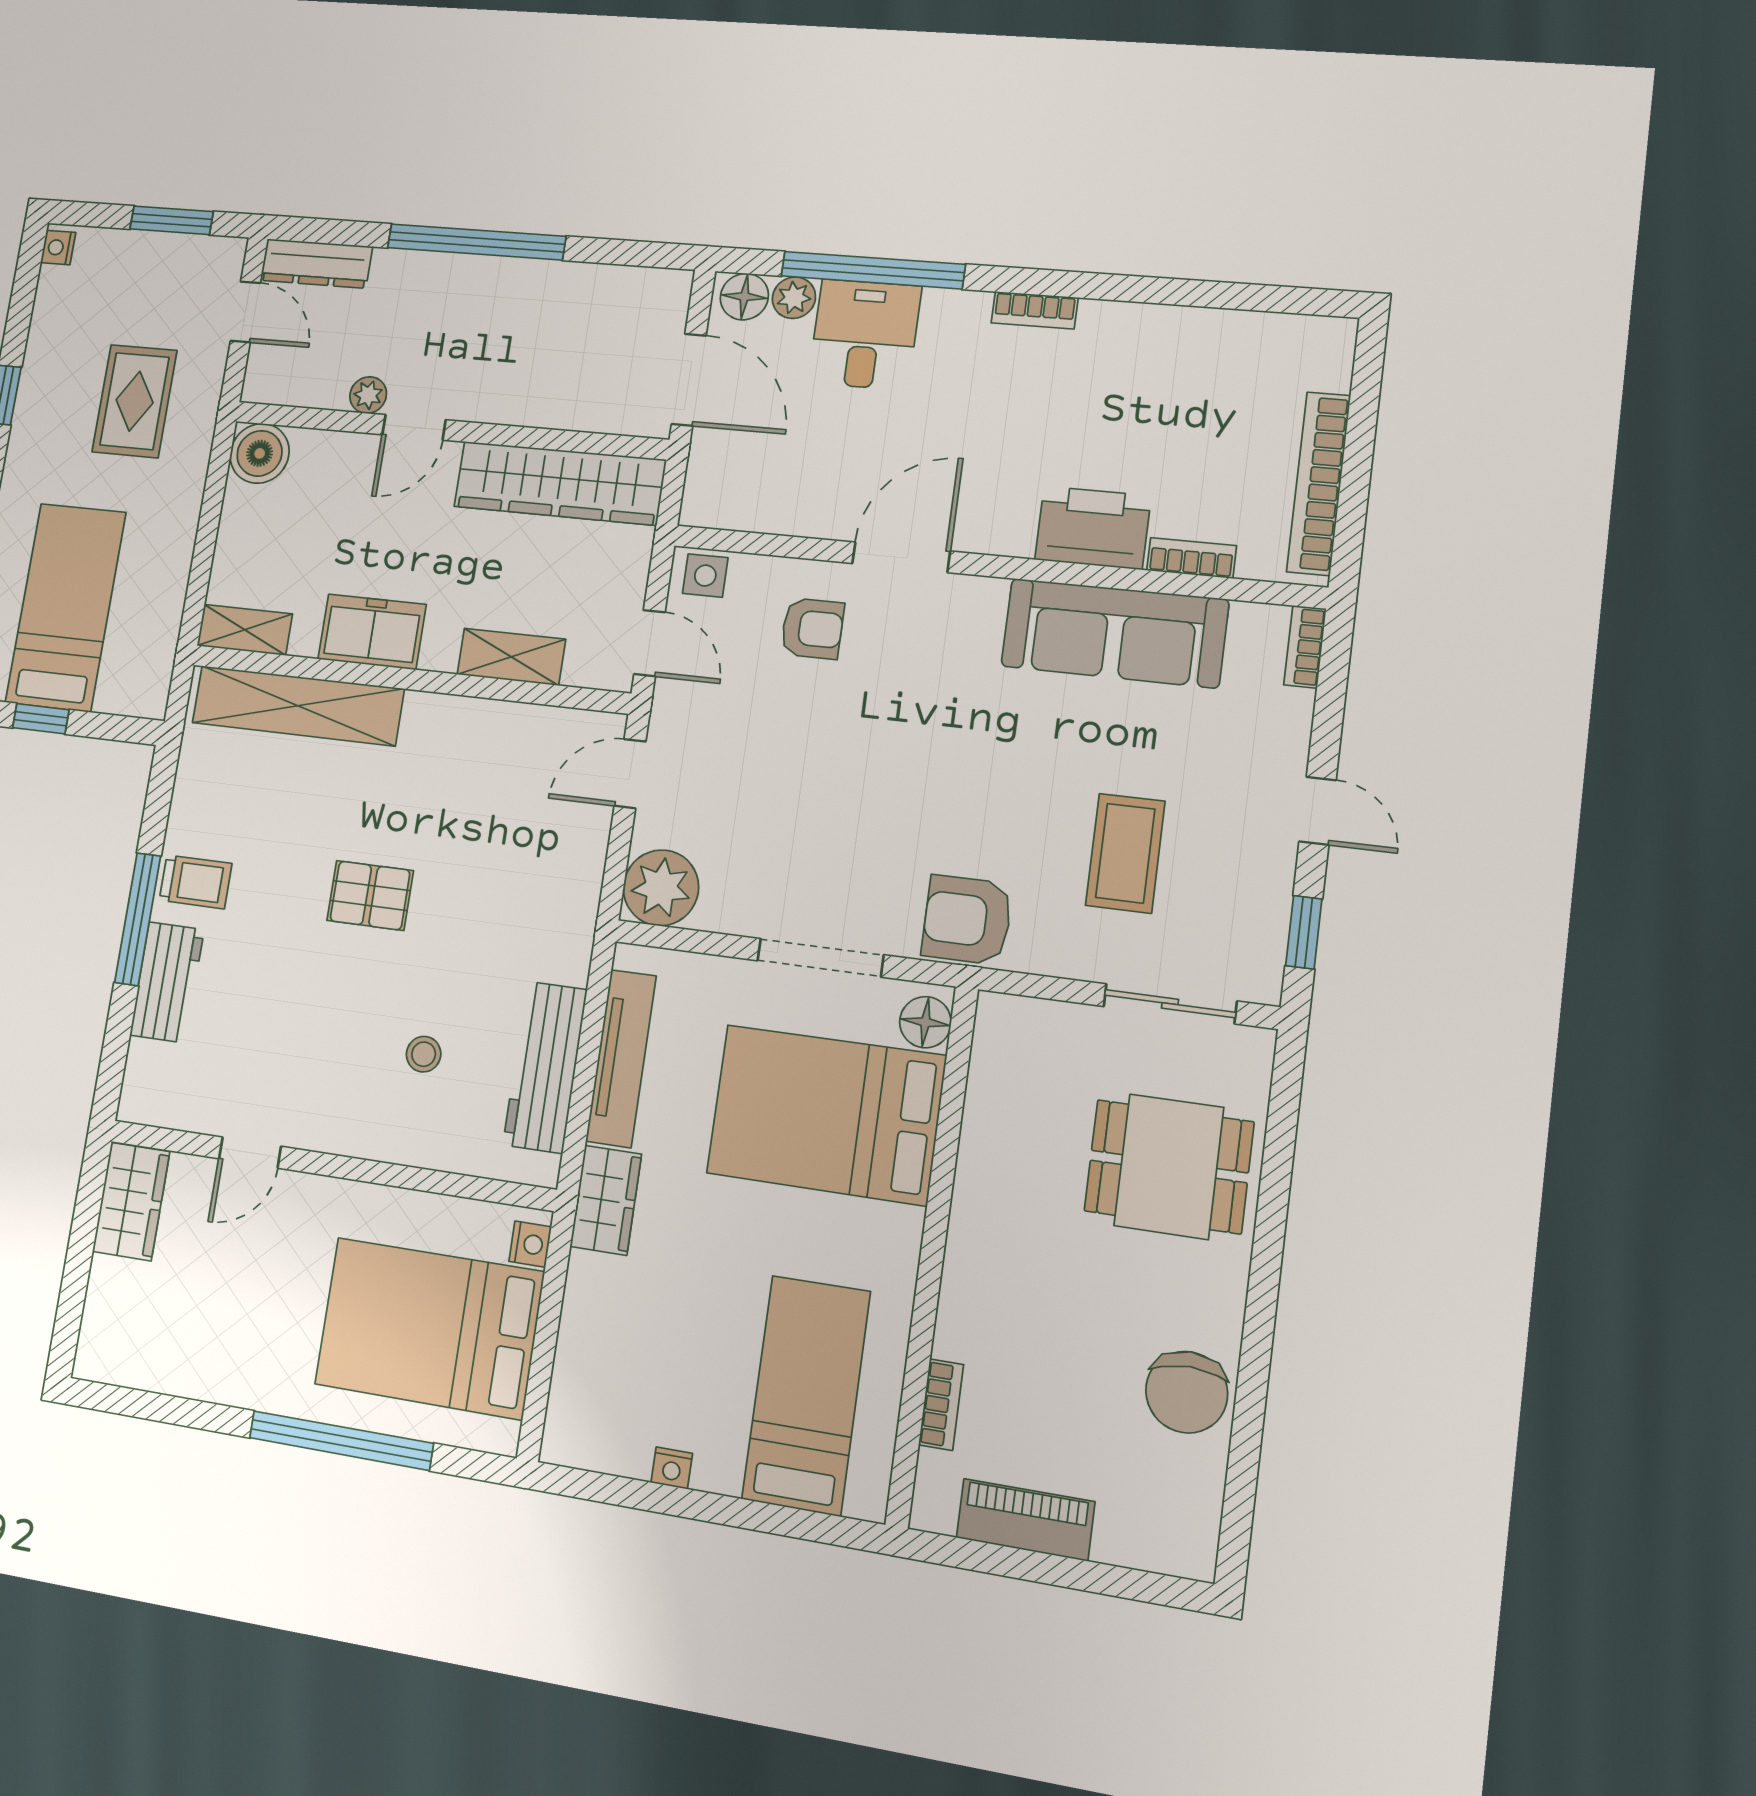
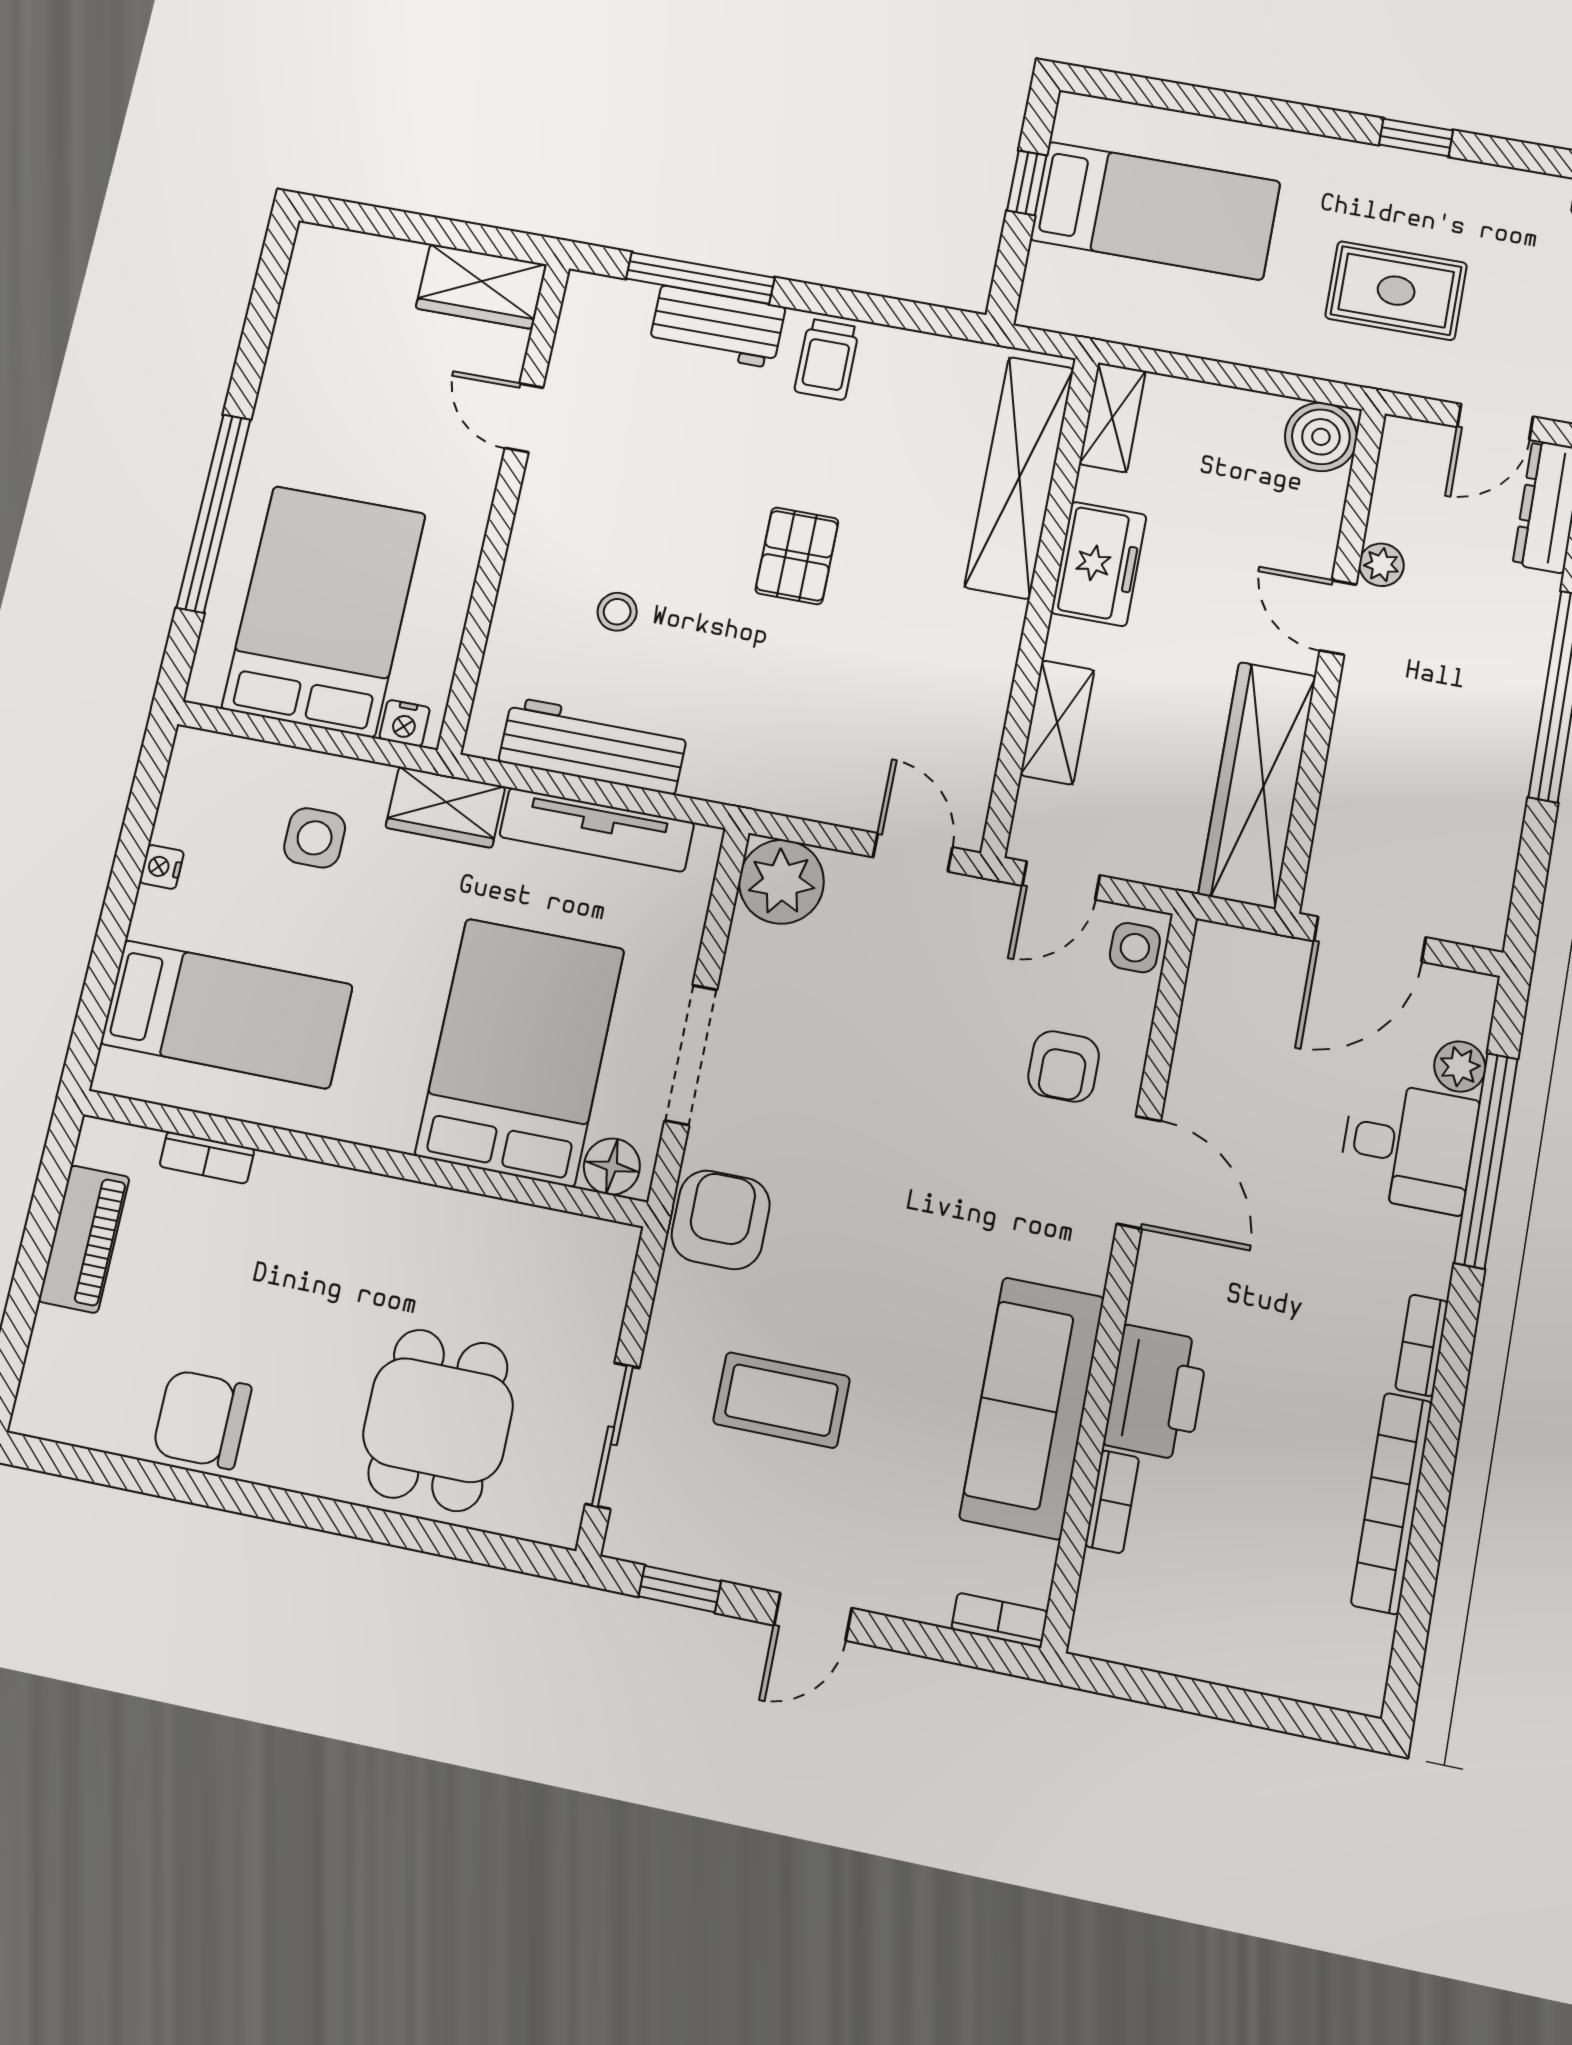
floor lamp: (744, 297) -> (1466, 1009), removed
bookcase: (1319, 483) -> (1392, 1503), moved, turned -90
window: (138, 919) -> (700, 278), moved
side table: (639, 1322) -> (315, 838), added

